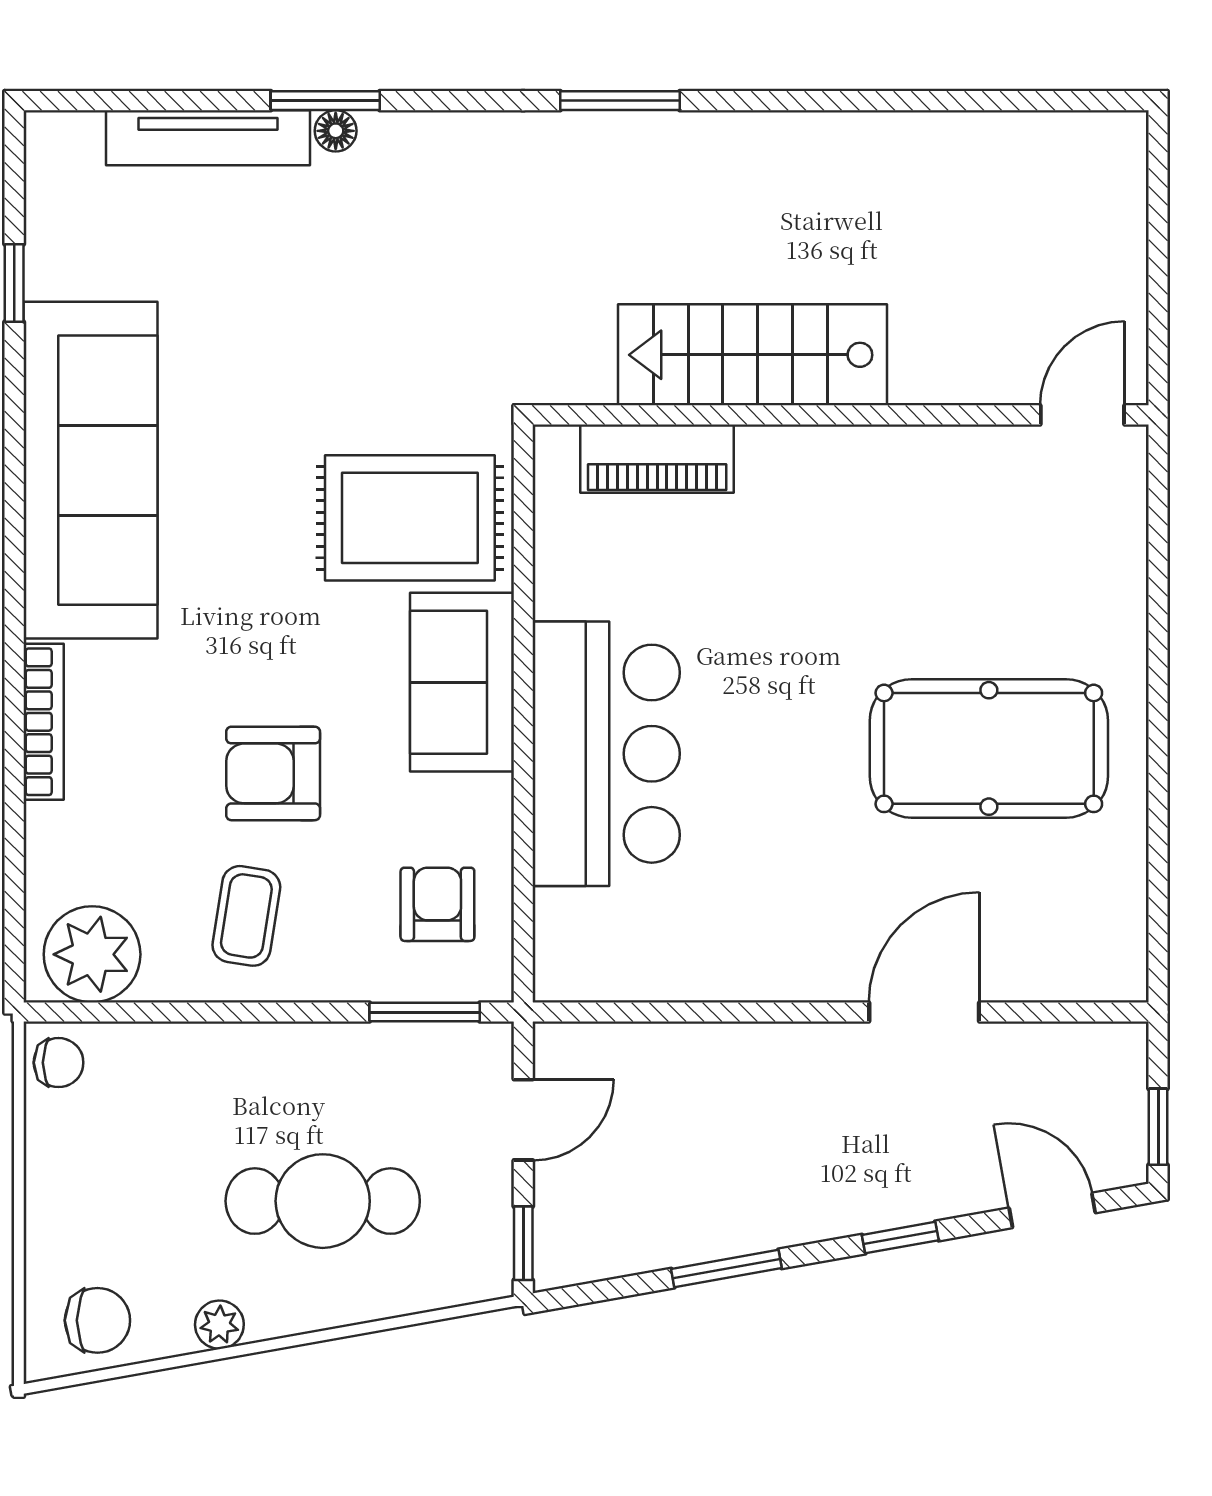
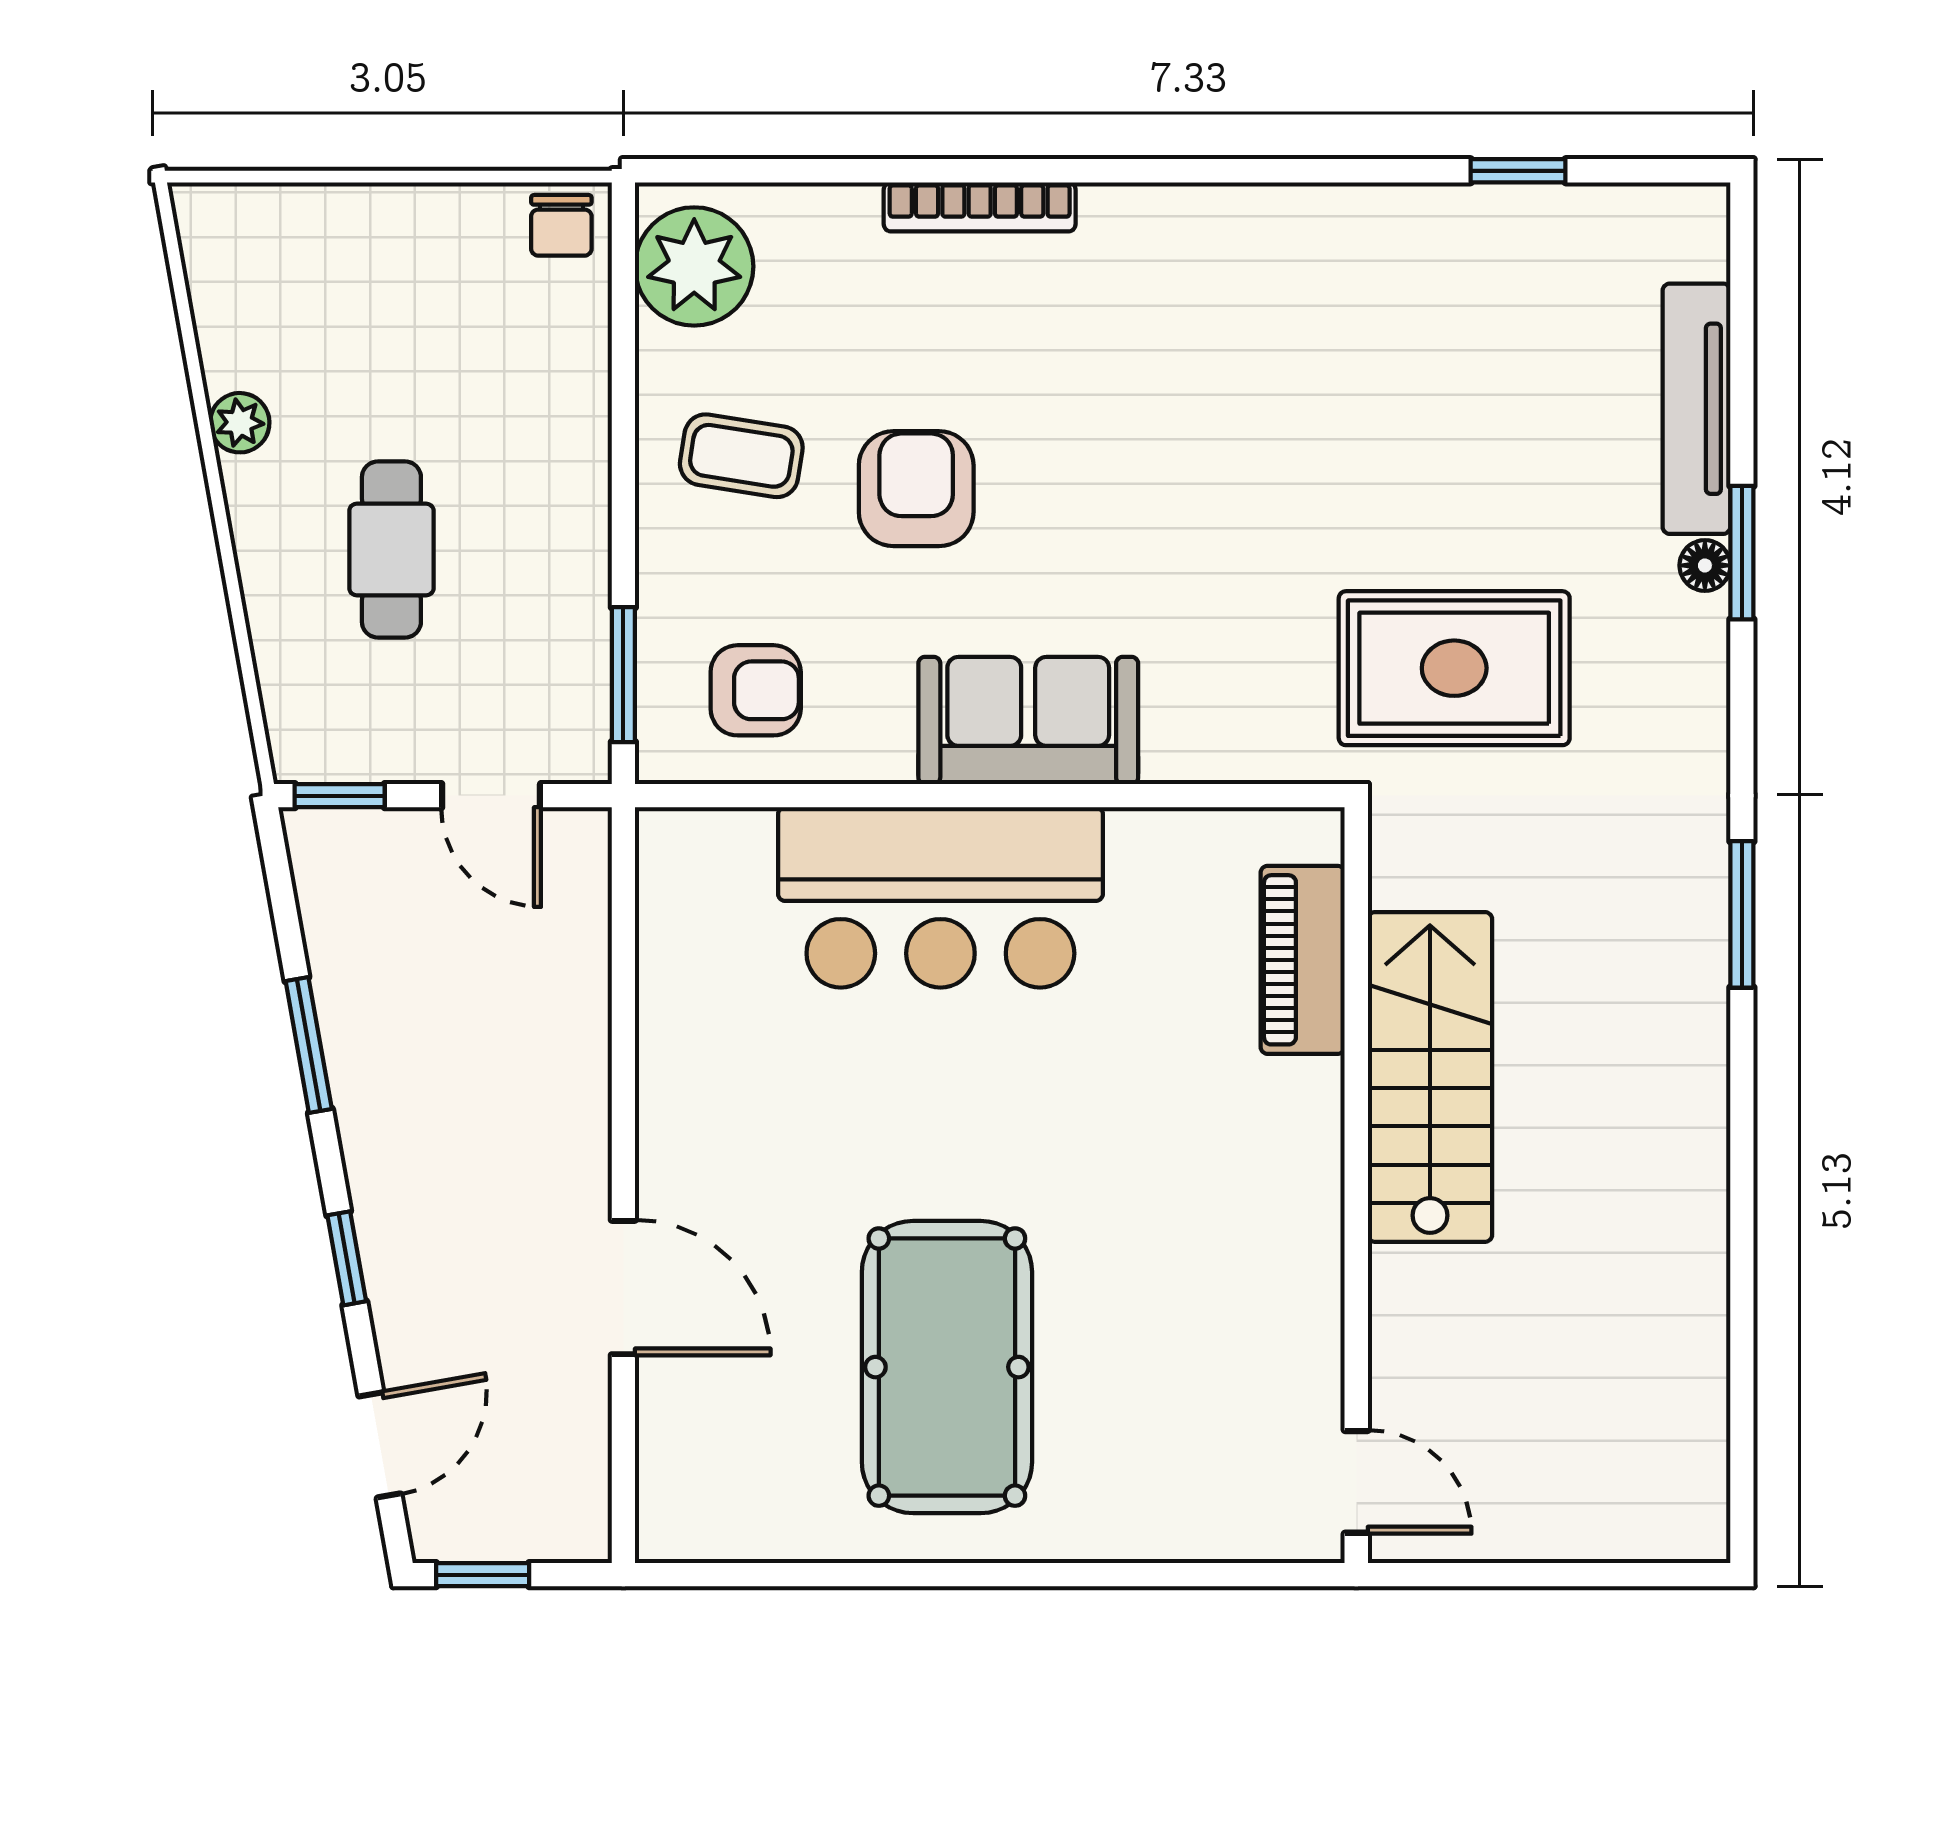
sofa: (90, 470) -> (1288, 264), removed
rug: (410, 518) -> (1454, 668), moved, turned 90
cafe table: (323, 1201) -> (391, 549), width x0.73, depth x0.74
chair: (97, 1320) -> (245, 273), removed

